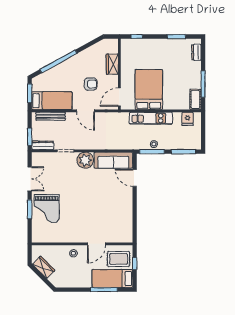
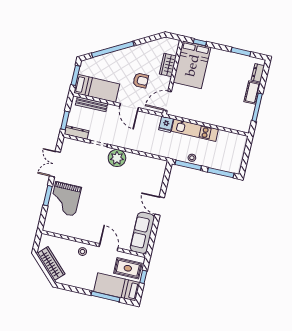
bed: (149, 90) -> (192, 65), moved, turned 180
cot: (195, 99) -> (252, 93), moved
fridge: (188, 119) -> (166, 124), moved
sofa: (113, 160) -> (142, 233), moved, turned 90
door: (135, 178) -> (160, 206), moved
double door: (30, 179) -> (55, 164), swing flipped
door: (96, 244) -> (109, 247), swing flipped
wardrobe: (44, 267) -> (51, 264), width x1.50

